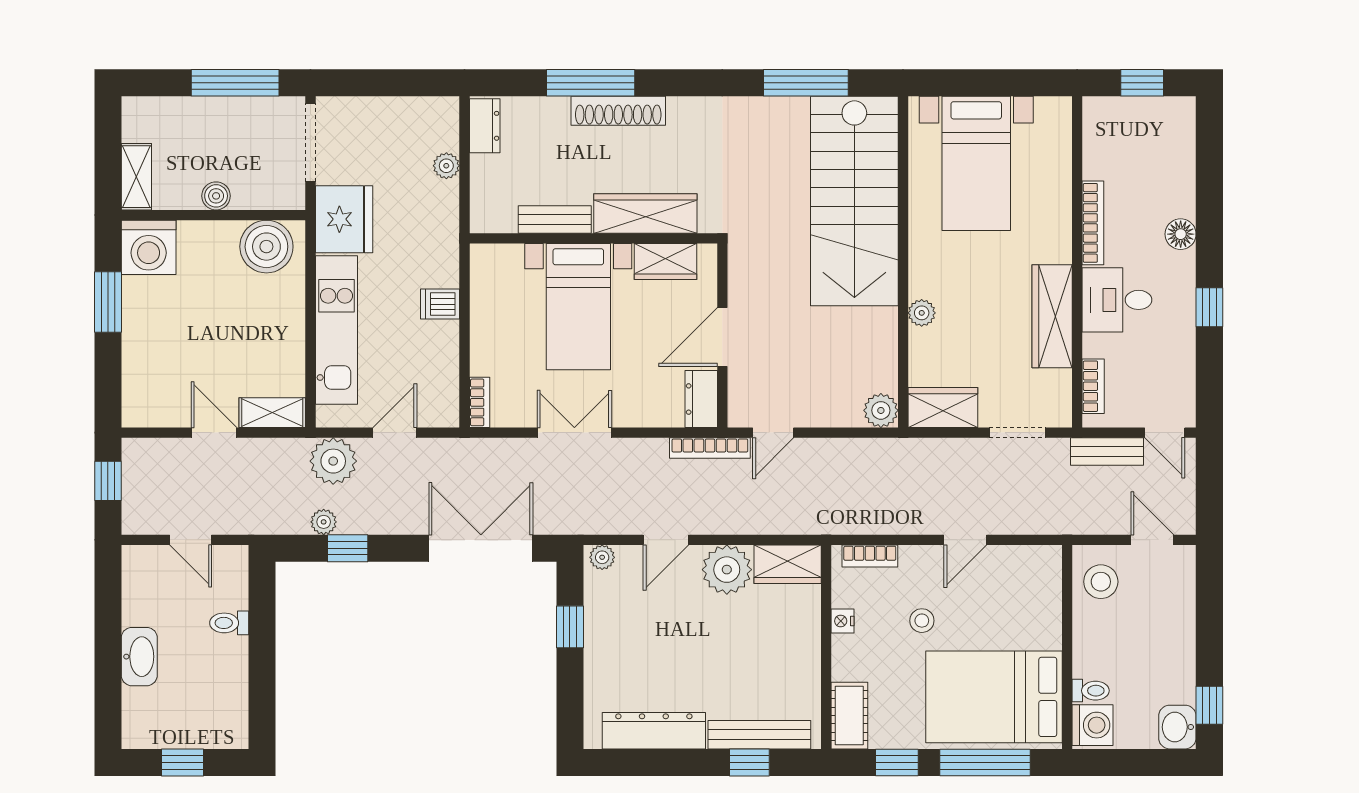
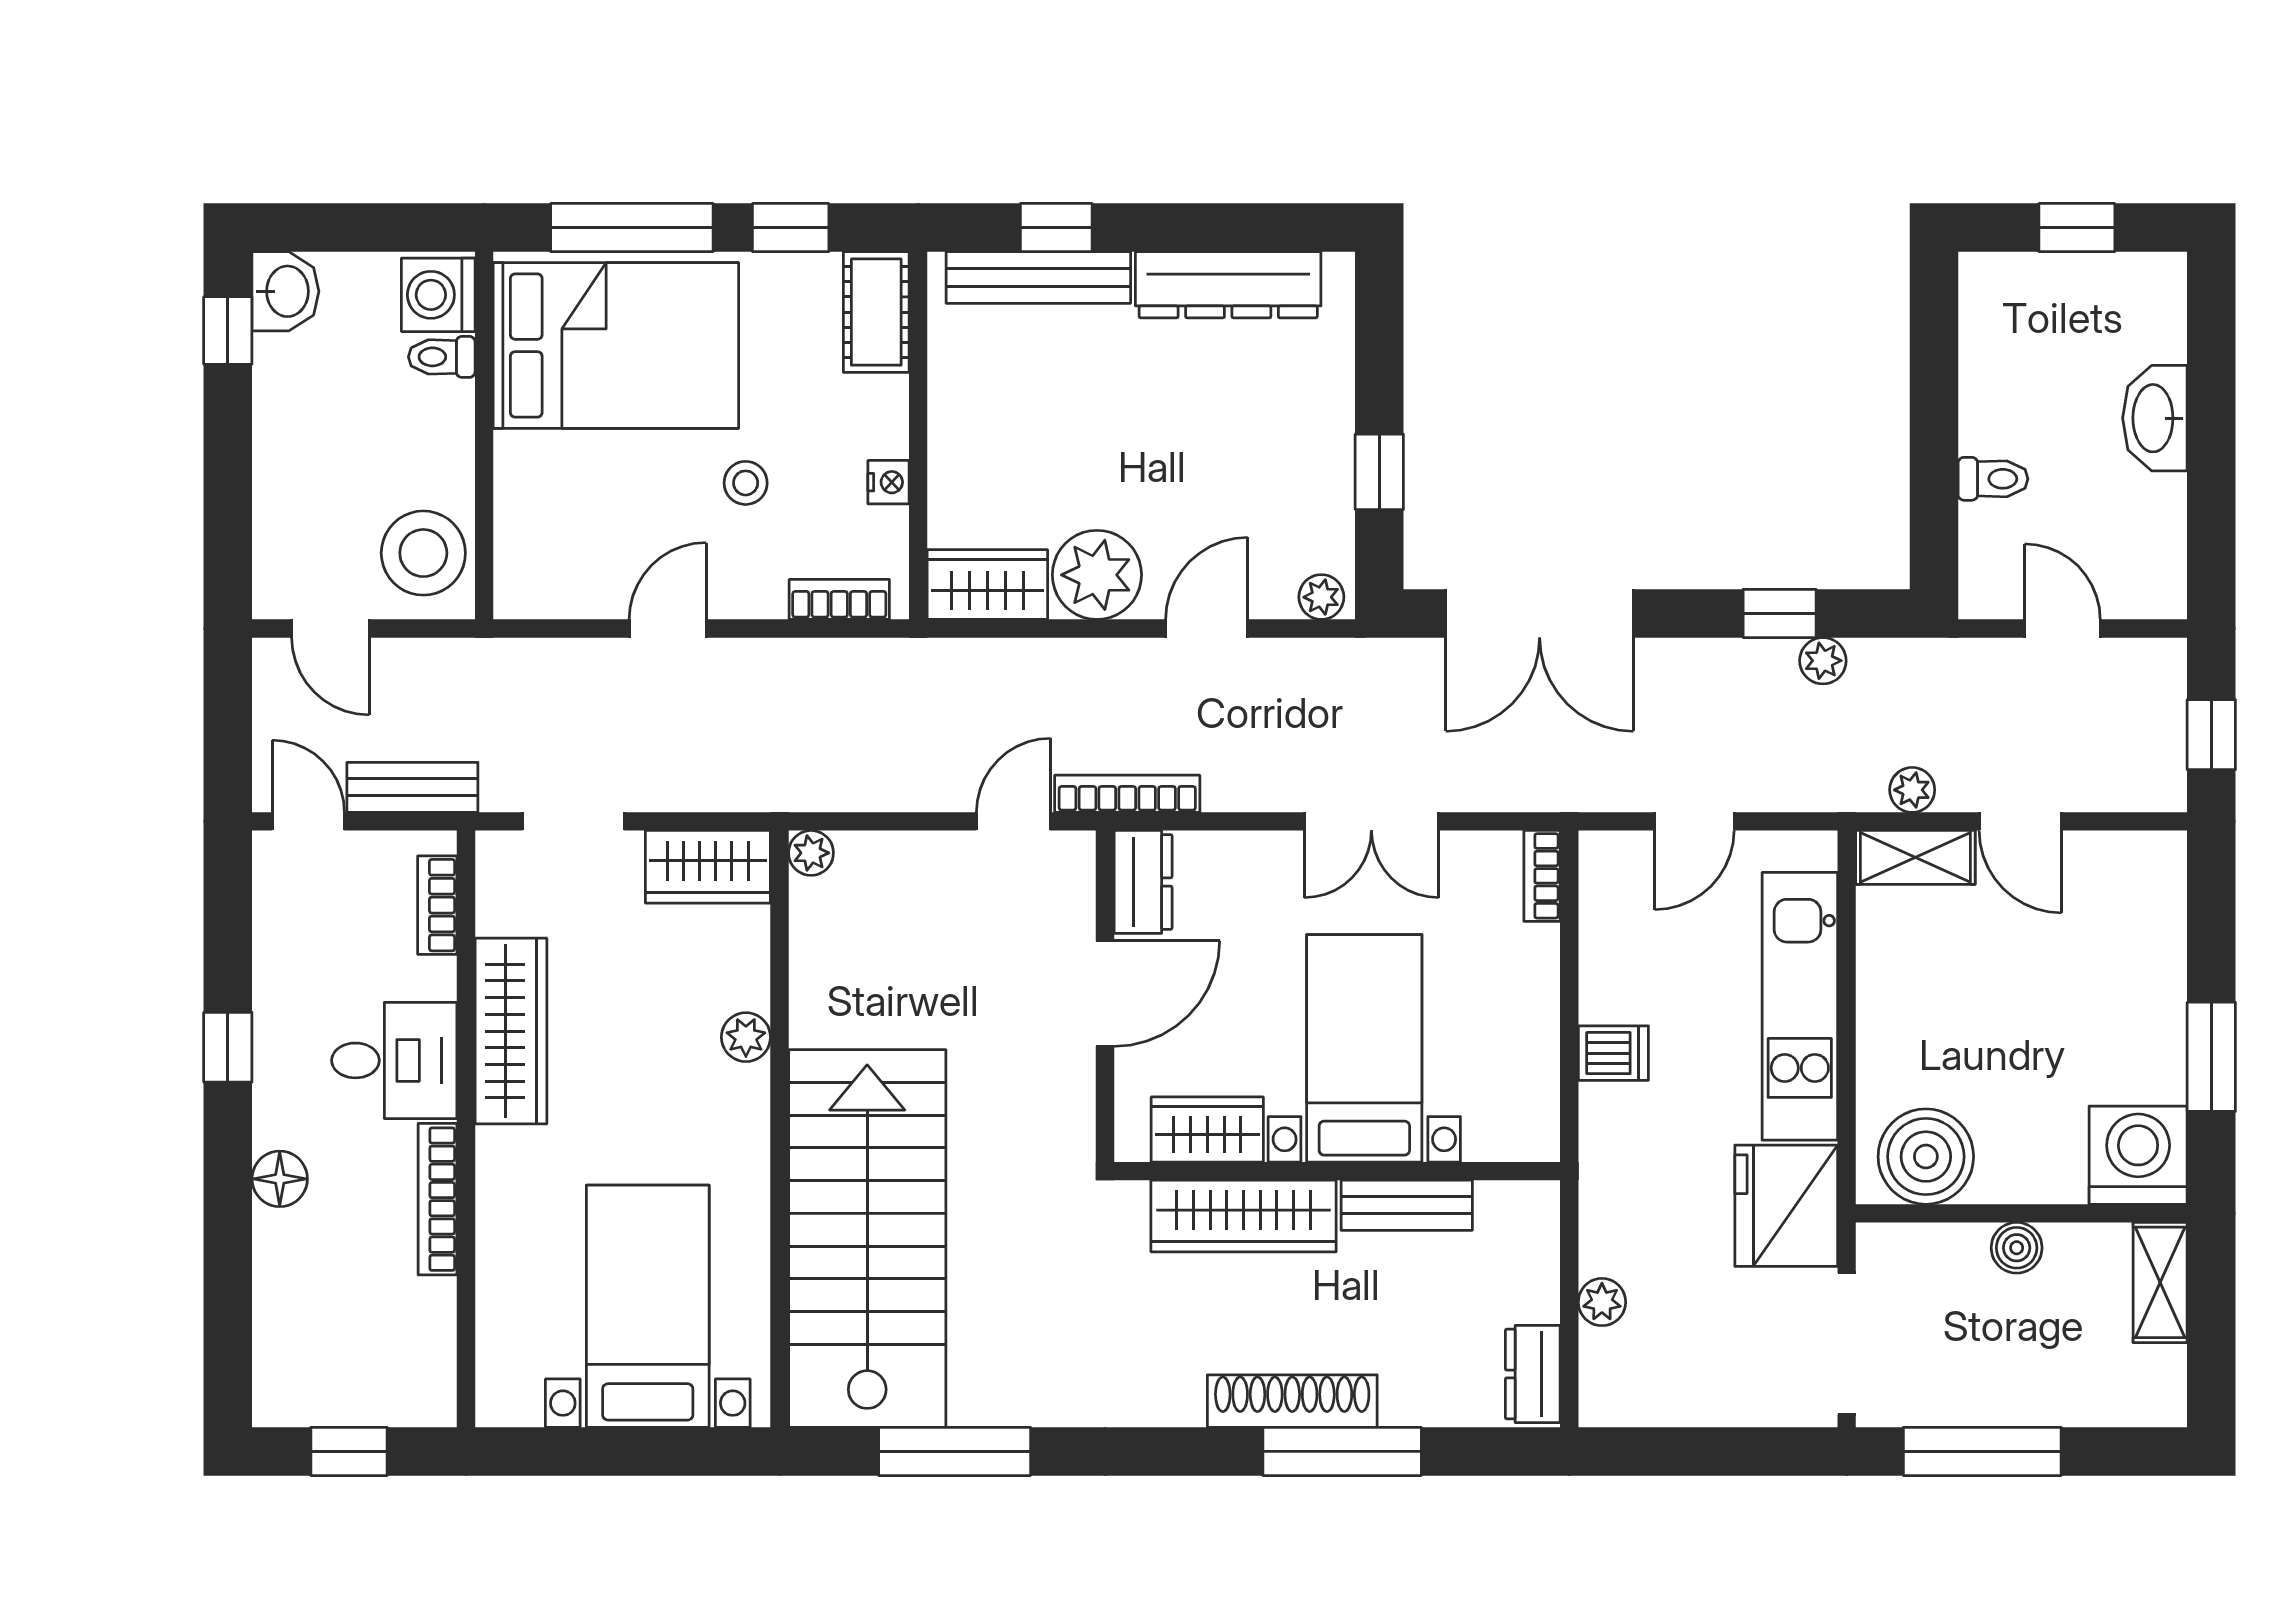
plant: (881, 410) -> (811, 853), width x0.73, depth x0.73
plant: (333, 461) -> (1912, 790), moved, width x0.53, depth x0.53
stool: (1101, 582) -> (423, 553), width x1.38, depth x1.38

